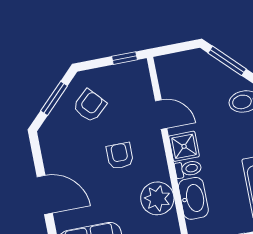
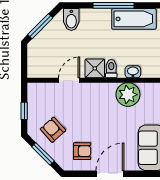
window: (125, 58) -> (24, 111), moved
armchair: (120, 156) -> (82, 151), moved, turned 180
washbasin: (193, 198) -> (133, 72), width x0.52, depth x0.69

